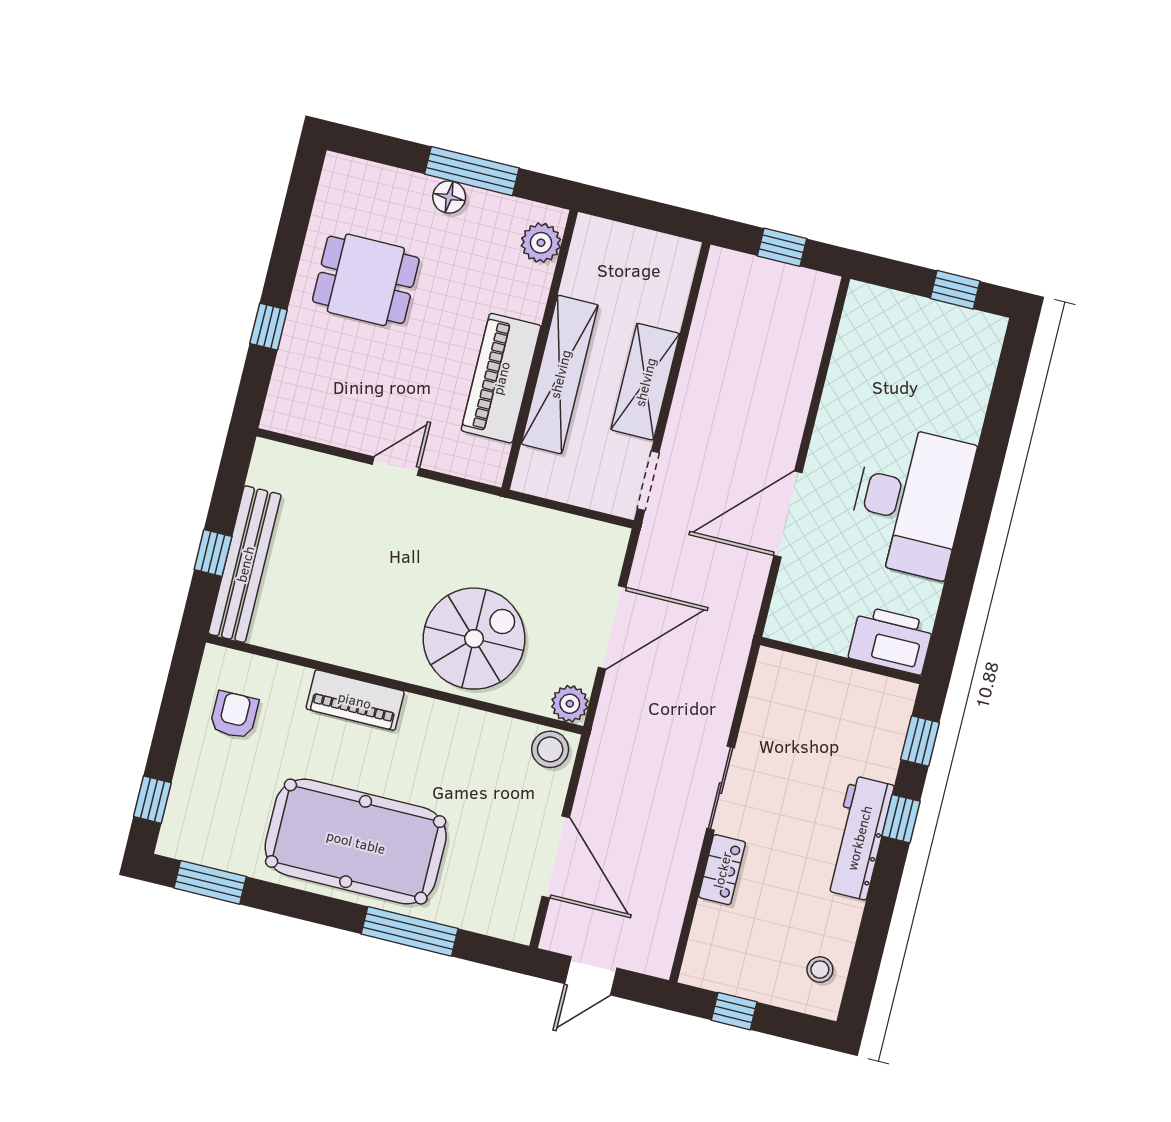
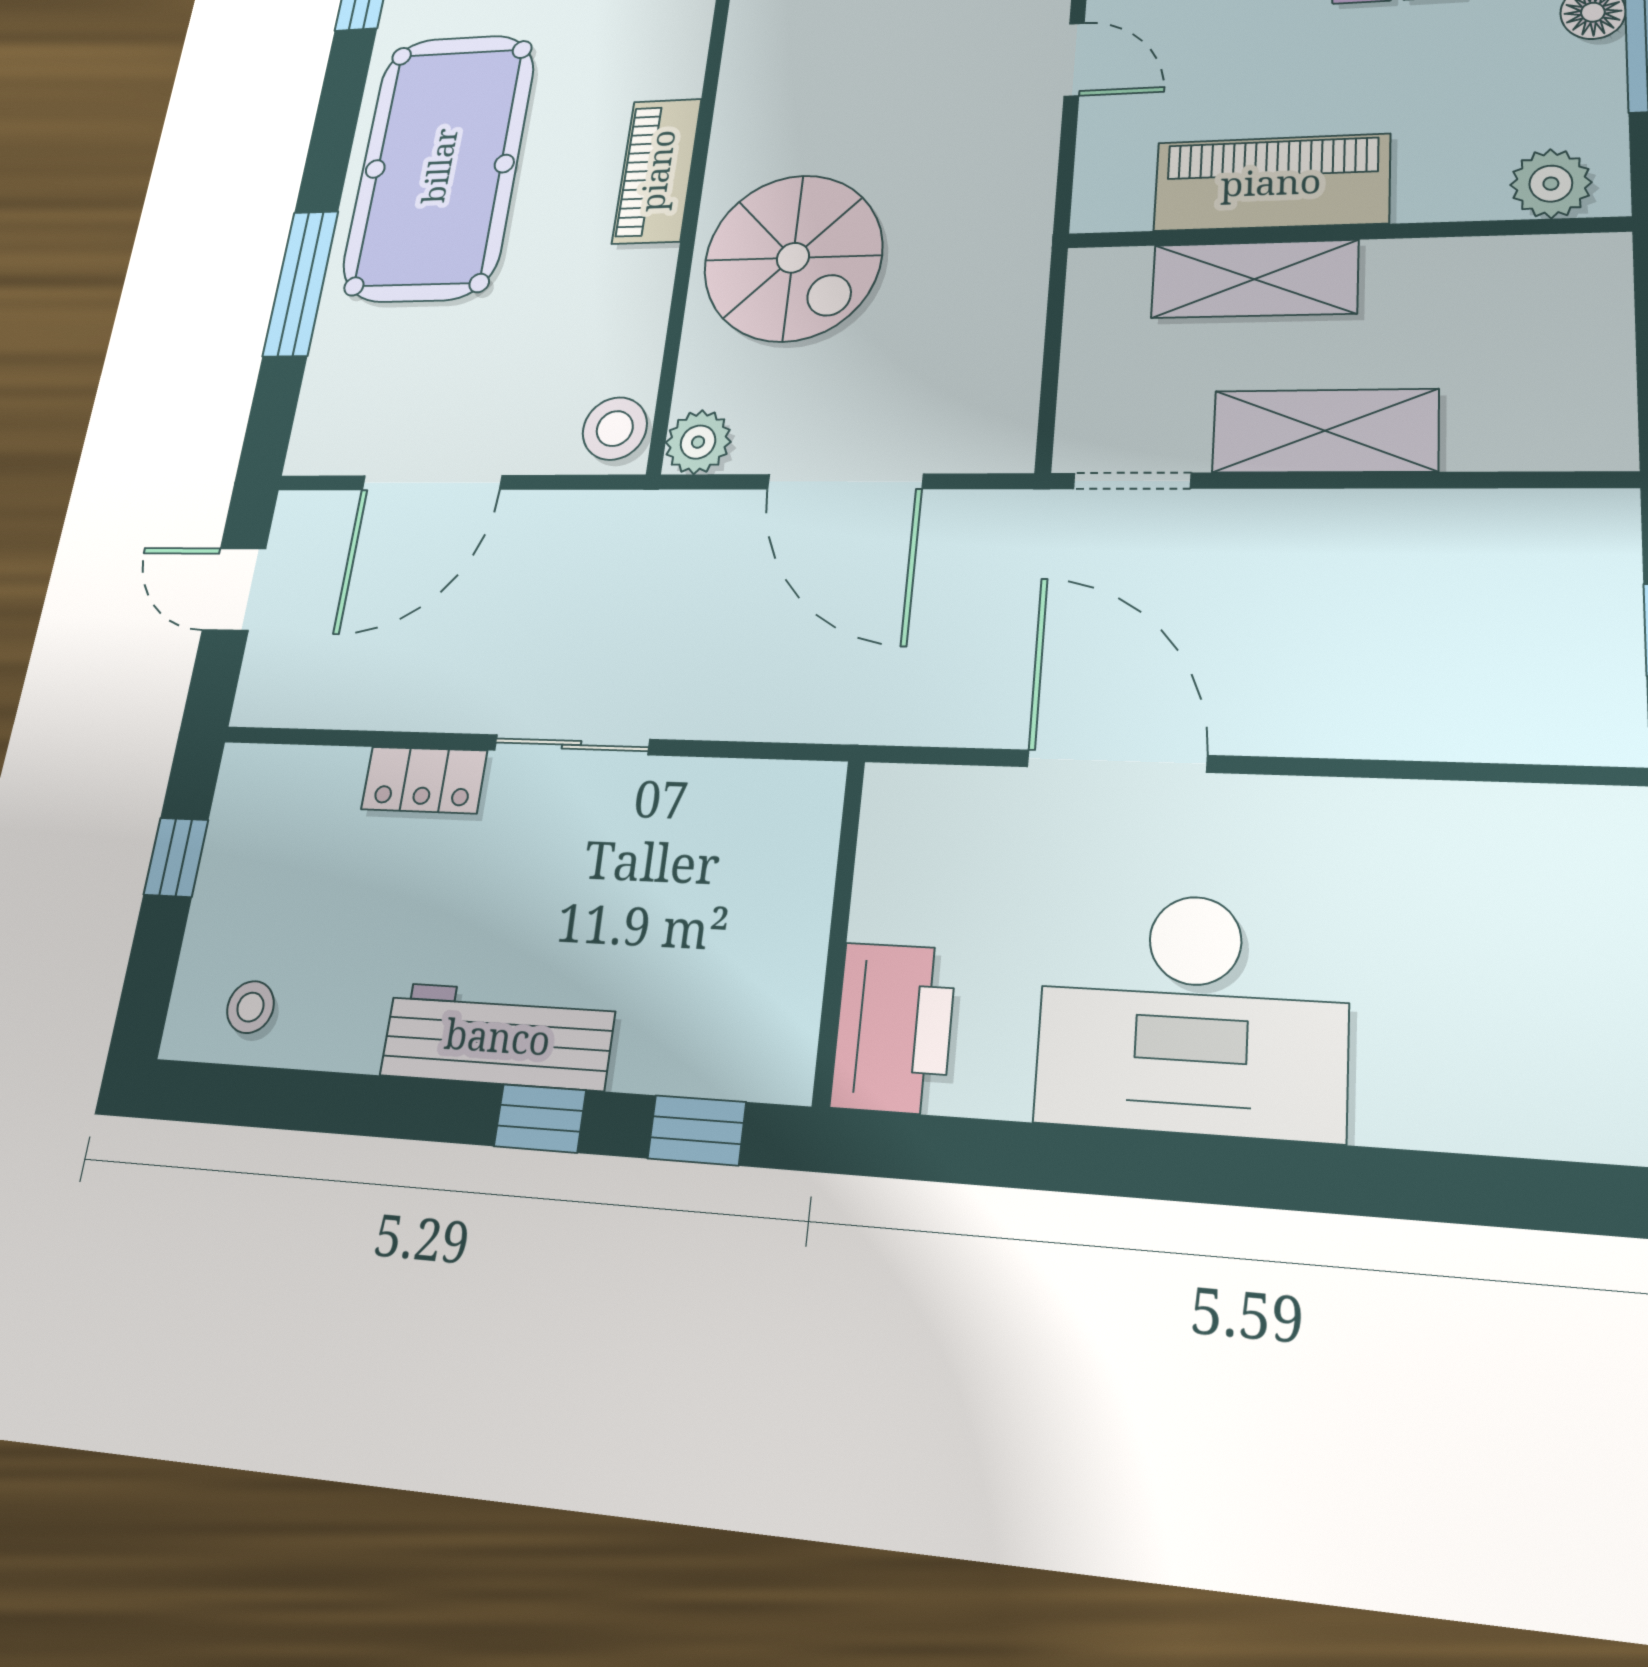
shelving: (560, 374) -> (1254, 279), width x0.68
piano: (355, 700) -> (657, 171), moved

